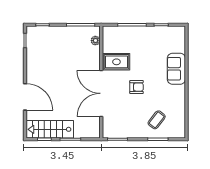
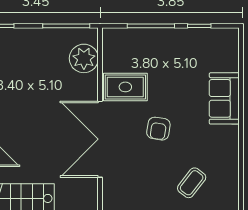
plant: (95, 41) -> (84, 58), width x1.88, depth x1.88
armchair: (137, 87) -> (158, 129), turned 99

